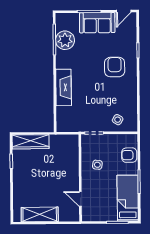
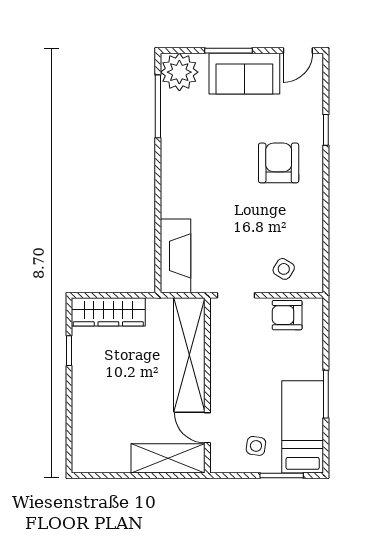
plant: (65, 40) -> (179, 72), moved
fireplace: (64, 87) -> (176, 256), moved
armchair: (129, 155) -> (287, 315), moved
shelving: (71, 163) -> (189, 355), added
side table: (97, 165) -> (256, 446), moved
shelving: (40, 214) -> (168, 458), moved

